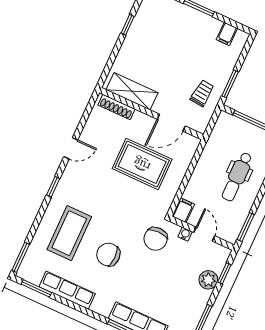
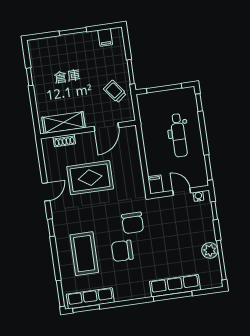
trolley: (202, 93) -> (115, 91), turned -43
shoe rack: (117, 107) -> (64, 140), width x0.70
rug: (142, 164) -> (90, 178), moved
water cooler: (185, 234) -> (198, 196), moved
chair: (156, 239) -> (133, 223), moved
plant: (208, 280) -> (210, 250), moved
row of seats: (67, 290) -> (90, 298), moved

